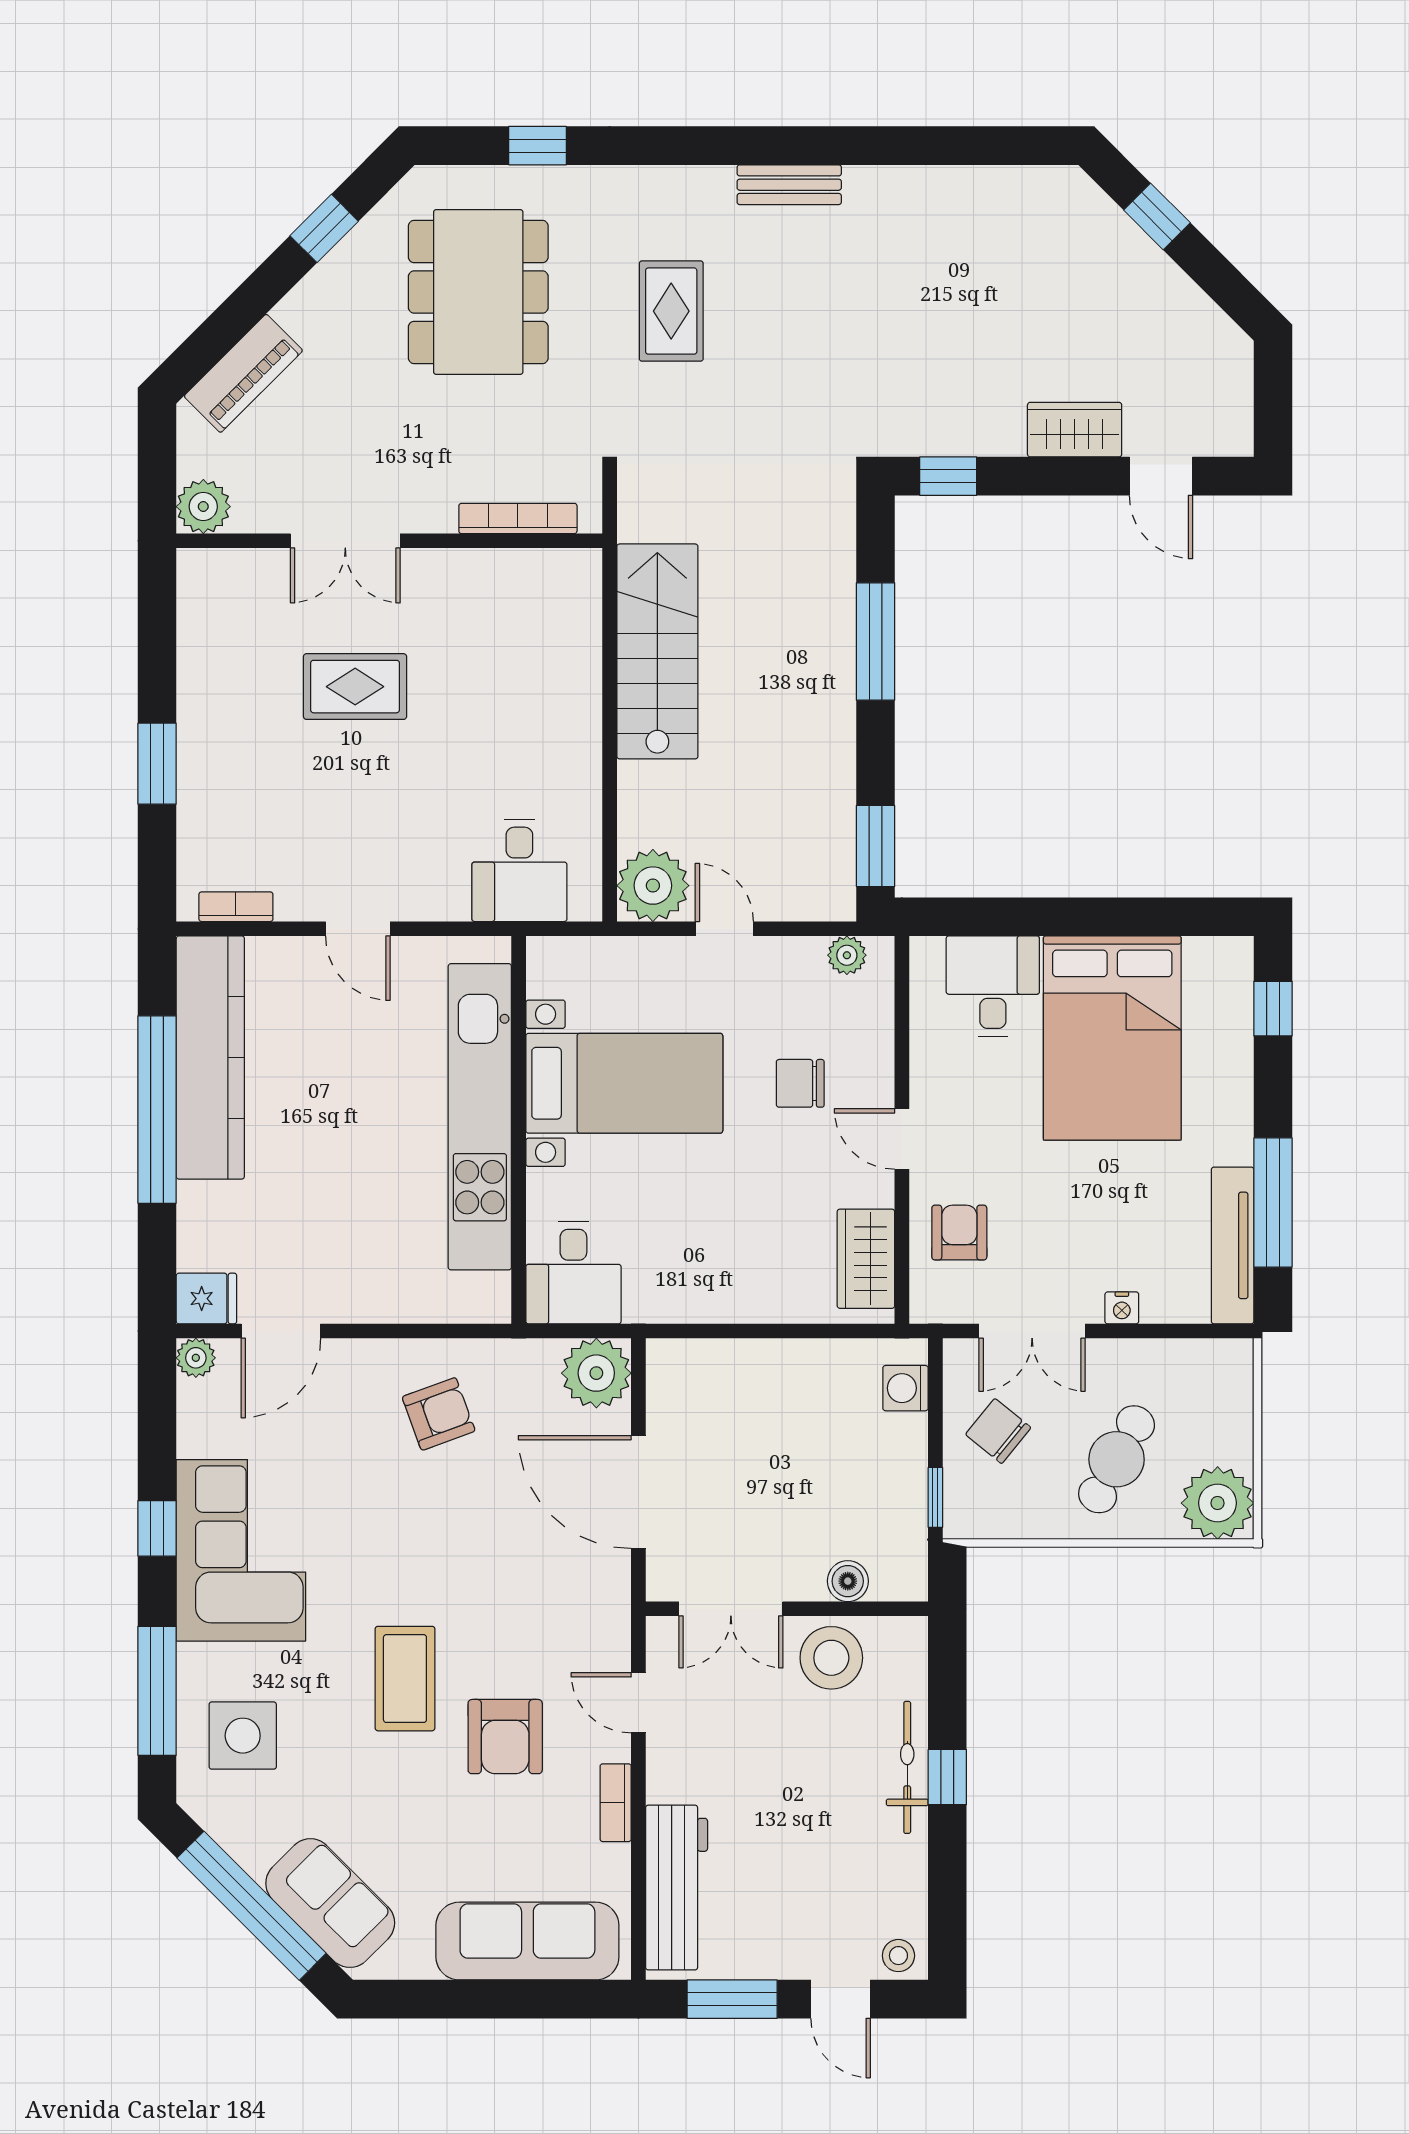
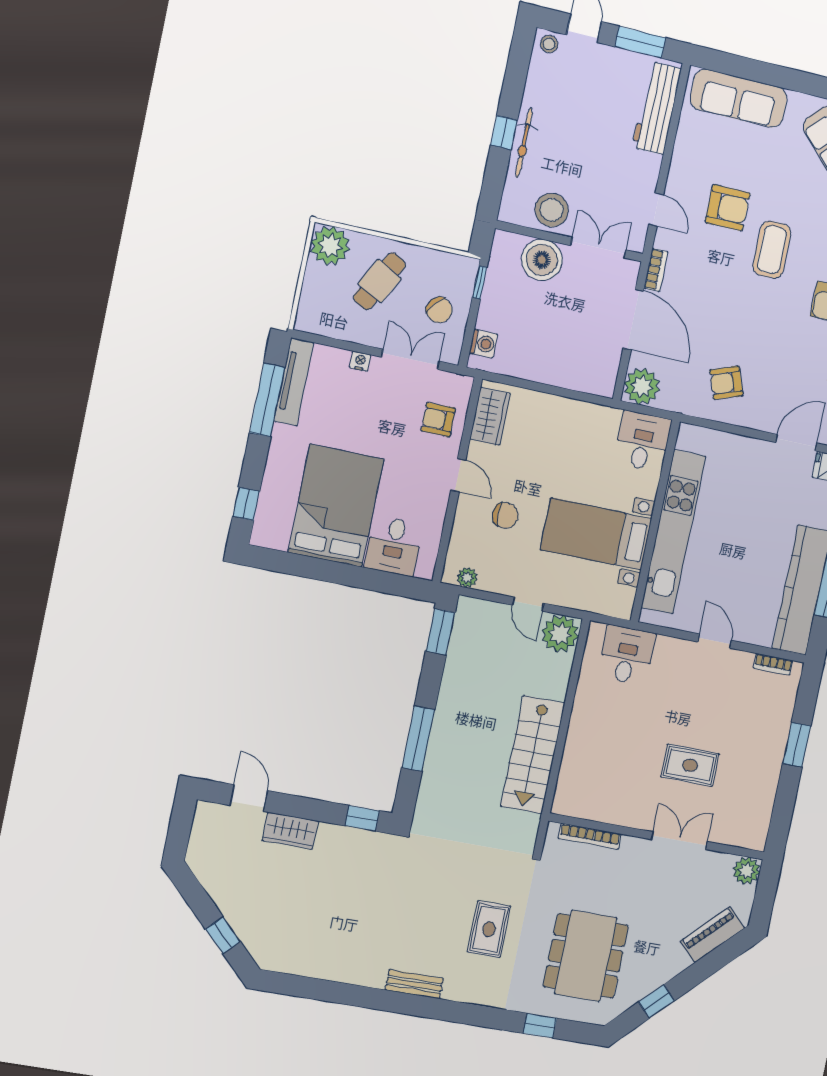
armchair: (959, 1233) -> (438, 420), turned 90
boiler: (848, 1581) -> (542, 260), width x1.86, depth x1.86
armchair: (505, 1737) -> (728, 208), turned 90
bookcase: (616, 1803) -> (656, 270), moved

